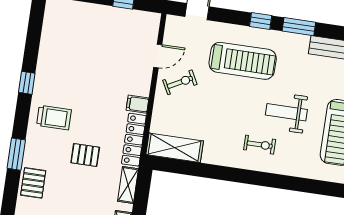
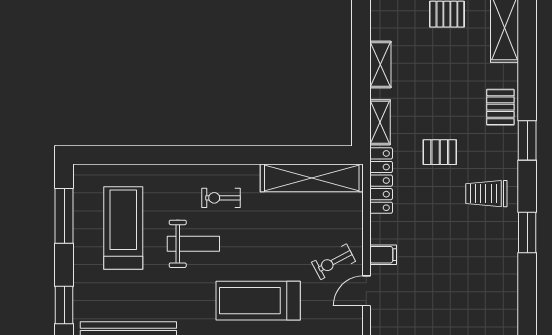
window: (27, 83) -> (527, 232), width x1.50
filing cabinet: (138, 104) -> (383, 255), moved
shelving: (175, 148) -> (312, 178), width x1.47

